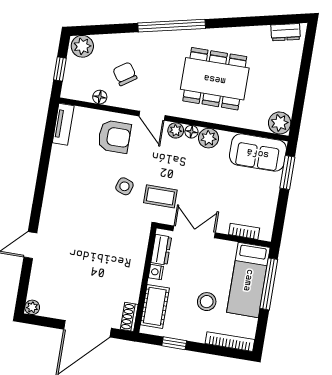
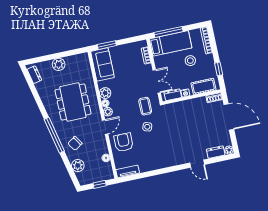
plant: (82, 46) -> (78, 166), moved
chair: (125, 74) -> (75, 143), moved
plant: (280, 123) -> (59, 64), moved
double door: (194, 232) -> (157, 81), swing flipped
dresser: (37, 284) -> (216, 152), added

